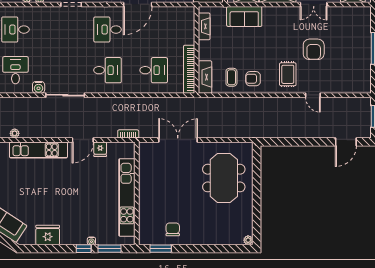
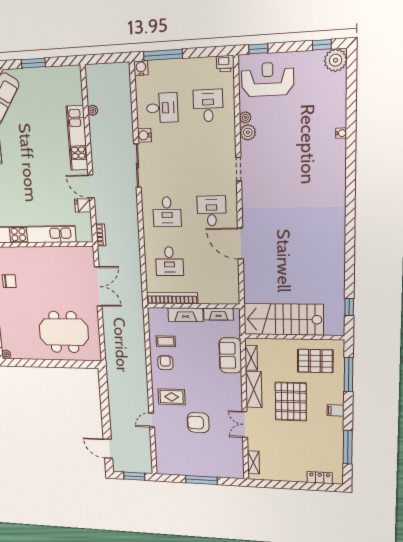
fireplace: (205, 77) -> (185, 315), moved

